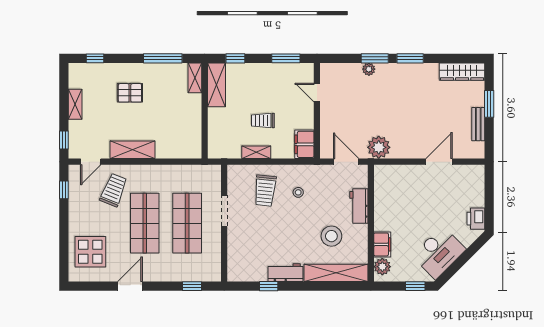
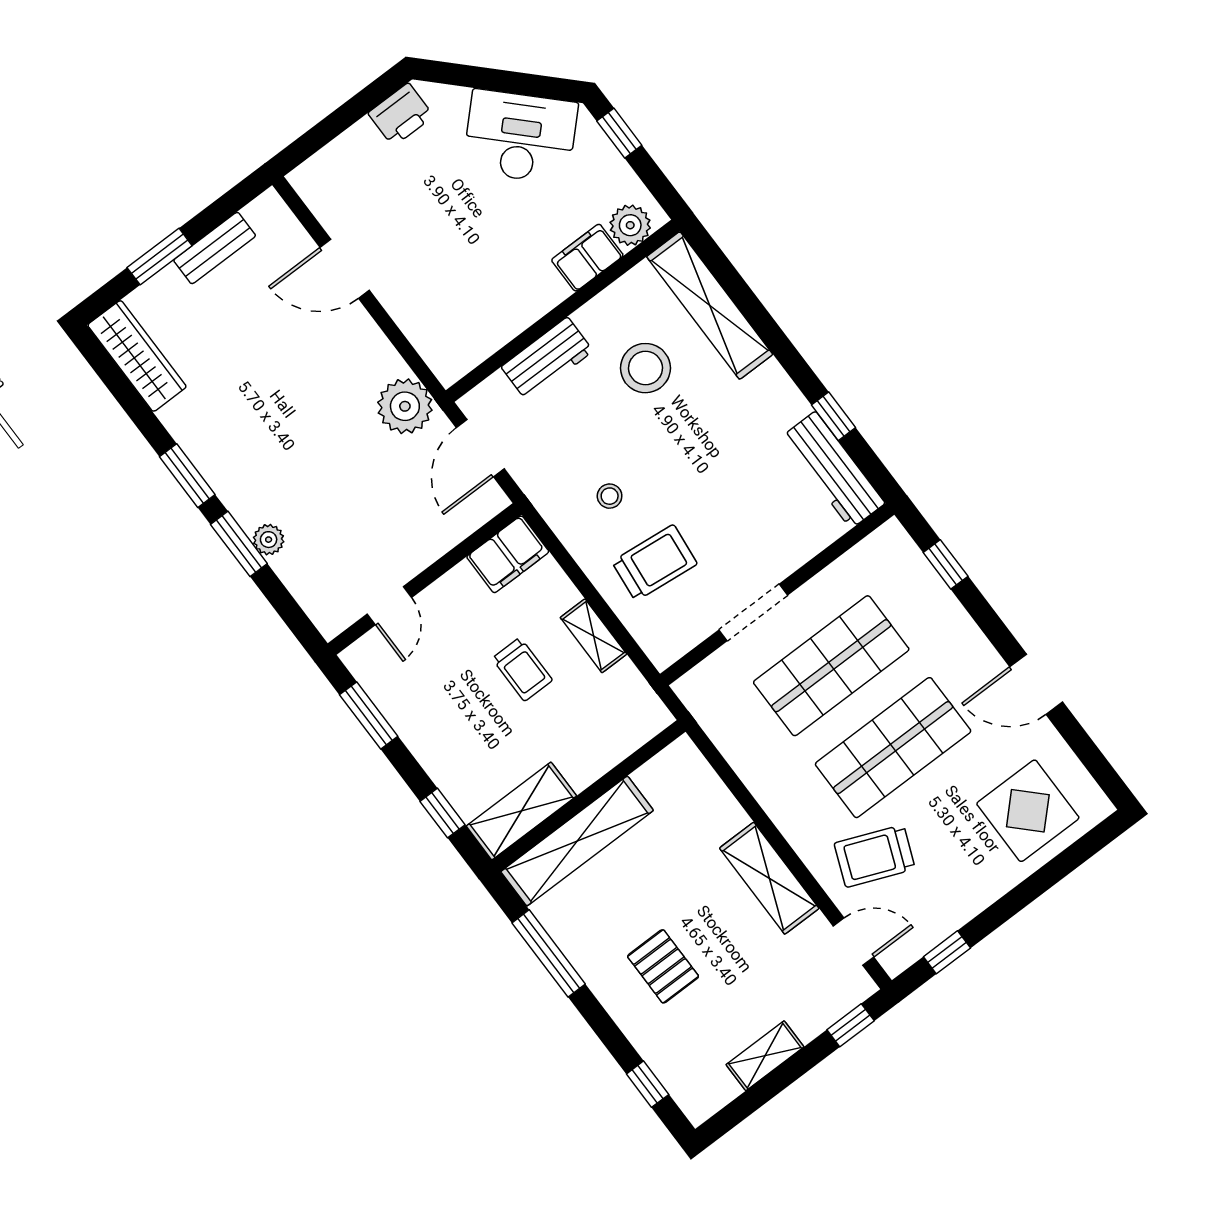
shelving: (195, 78) -> (577, 841), width x2.20, depth x1.33
workbench: (286, 273) -> (833, 470), moved, width x1.38

